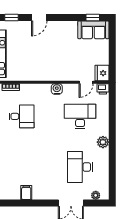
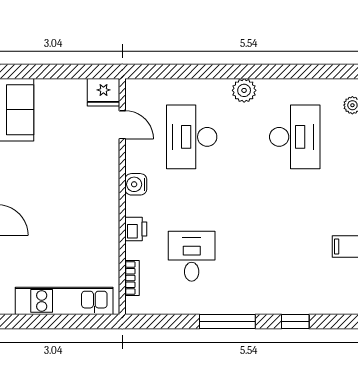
printer: (103, 89) -> (136, 229), moved
desk: (80, 167) -> (295, 137), turned -90

